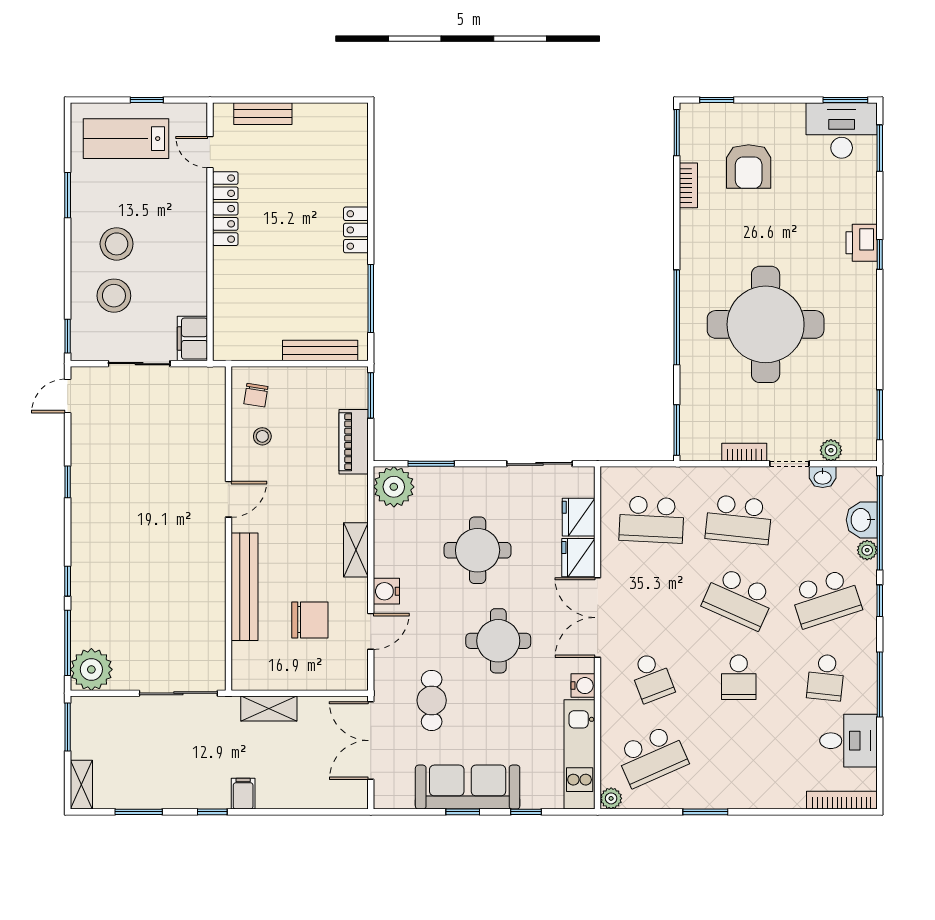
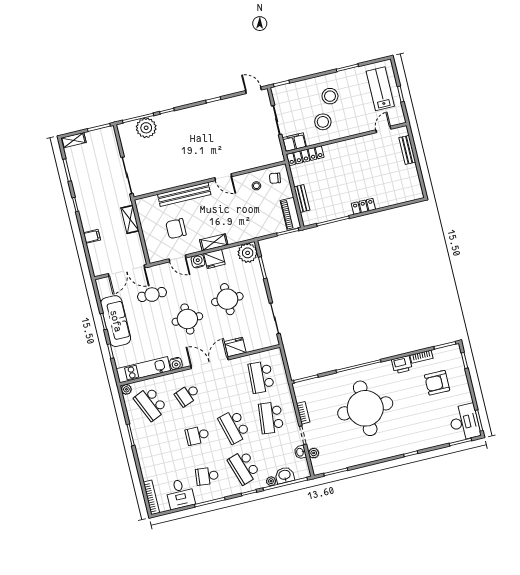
locker: (225, 209) -> (305, 156), moved
printer: (862, 243) -> (402, 365), moved, turned 180
stool: (114, 296) -> (323, 122), moved
bench: (320, 351) -> (302, 198), width x0.73
piano: (354, 442) -> (291, 214), moved, turned -90
fridge: (579, 517) -> (214, 259), moved, turned 180
school desk: (739, 598) -> (234, 427), turned -39
chair: (310, 620) -> (176, 229), turned 90
plant: (91, 669) -> (146, 128), moved
double door: (371, 741) -> (126, 271), swing flipped
filing cabinet: (243, 794) -> (92, 236), moved

